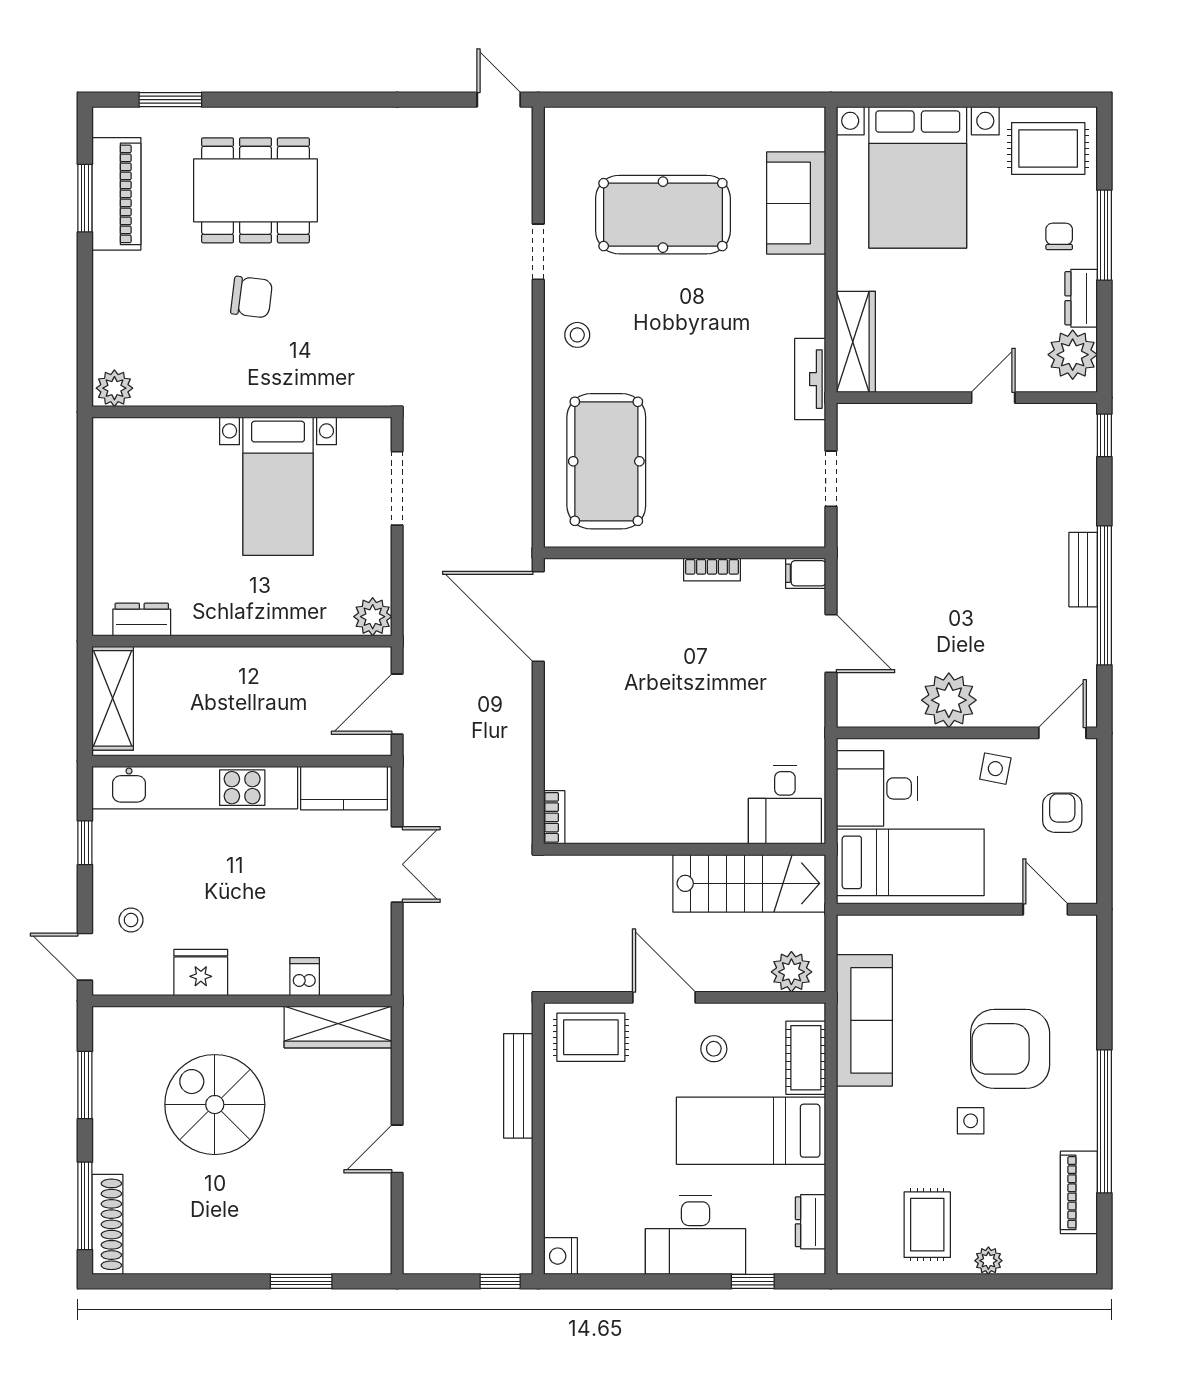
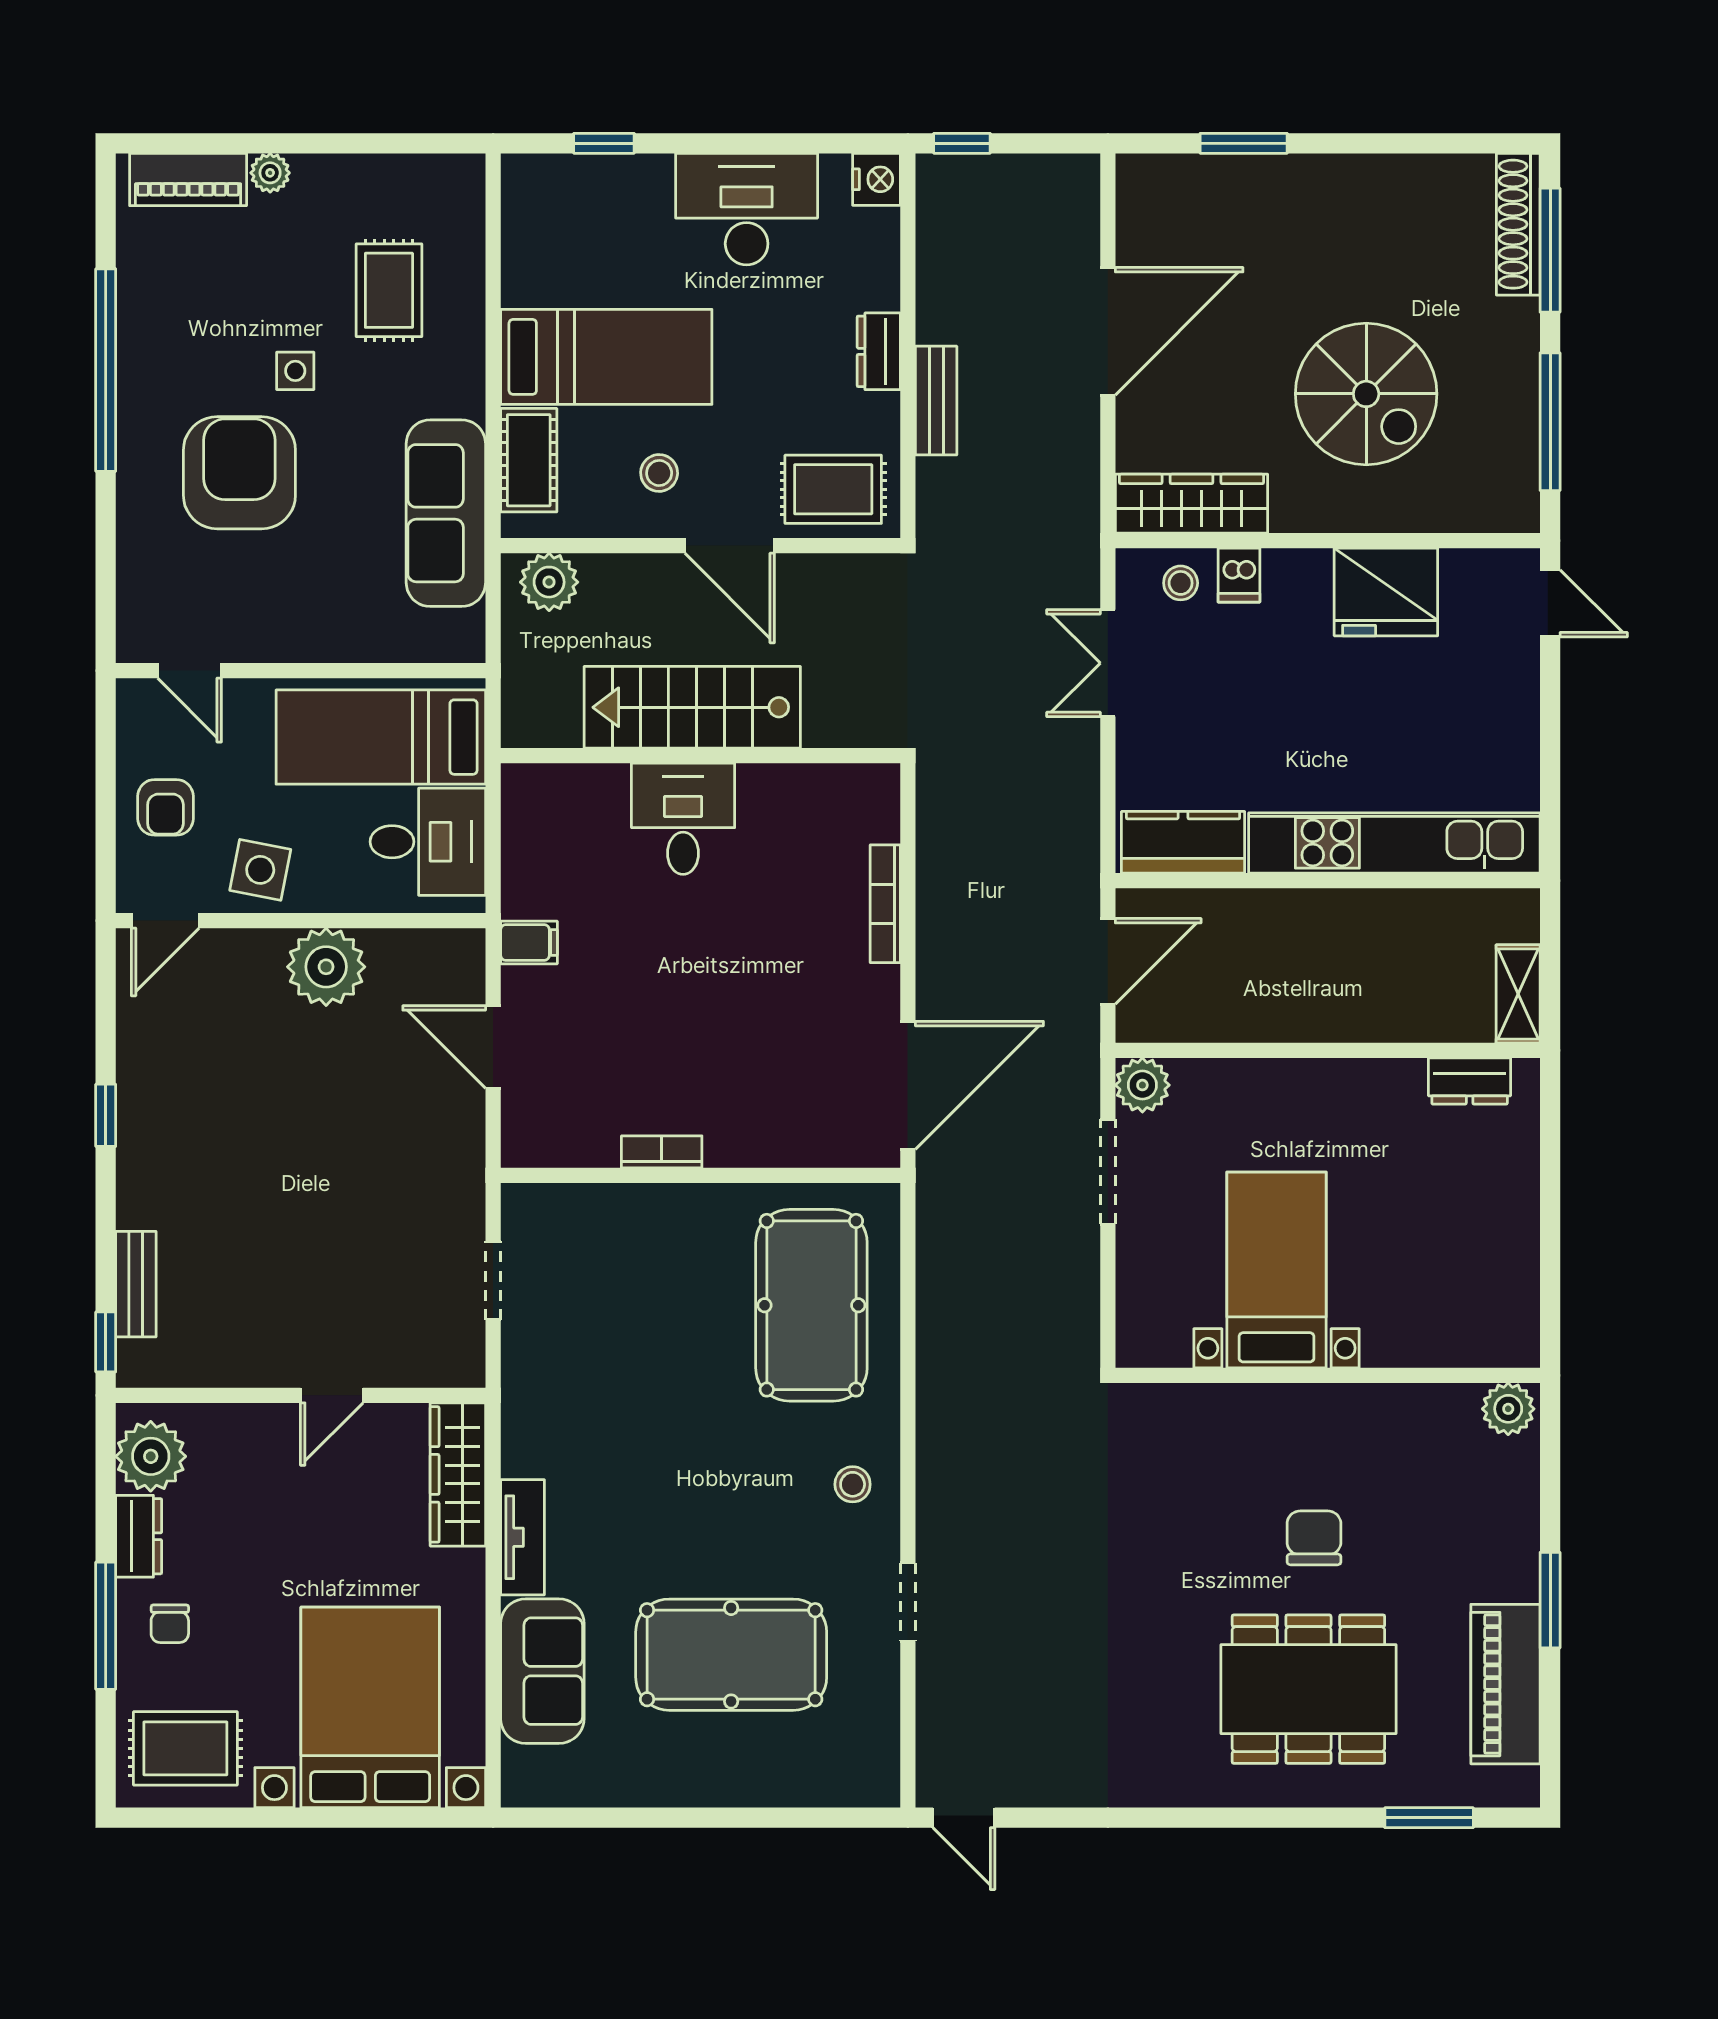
window: (85, 198) -> (1550, 1600), moved
chair: (252, 297) -> (1314, 1538), turned 83
tv unit: (810, 379) -> (522, 1537), moved
door: (993, 398) -> (332, 1395), moved
doorway: (397, 488) -> (1108, 1172), moved
bench: (1083, 570) -> (136, 1284), moved
filing cabinet: (806, 573) -> (529, 942), moved
window: (1104, 595) -> (106, 1115), width x0.32
door: (538, 616) -> (908, 1085), hinge flipped
shelving: (113, 698) -> (1518, 994), width x0.67, depth x0.75
side table: (995, 769) -> (260, 870), width x1.37, depth x1.37
desk: (785, 805) -> (683, 819), moved
bookcase: (554, 817) -> (885, 904), moved, width x1.56
window: (85, 843) -> (1550, 765), removed
double door: (397, 864) -> (1108, 663), moved
stairs: (749, 883) -> (692, 707), moved
stool: (131, 920) -> (1181, 583), moved
fridge: (201, 973) -> (1386, 592), width x1.36, depth x1.34
armchair: (1010, 1049) -> (239, 473), turned -90
window: (85, 1085) -> (1550, 422), width x1.44
bench: (518, 1086) -> (936, 401), width x0.73
door: (397, 1149) -> (1108, 331), width x1.88
piano: (1079, 1192) -> (188, 179), moved, turned 90
dresser: (810, 1222) -> (879, 351), moved, turned 180
rug: (927, 1225) -> (389, 290), moved
desk: (696, 1235) -> (747, 209), moved

